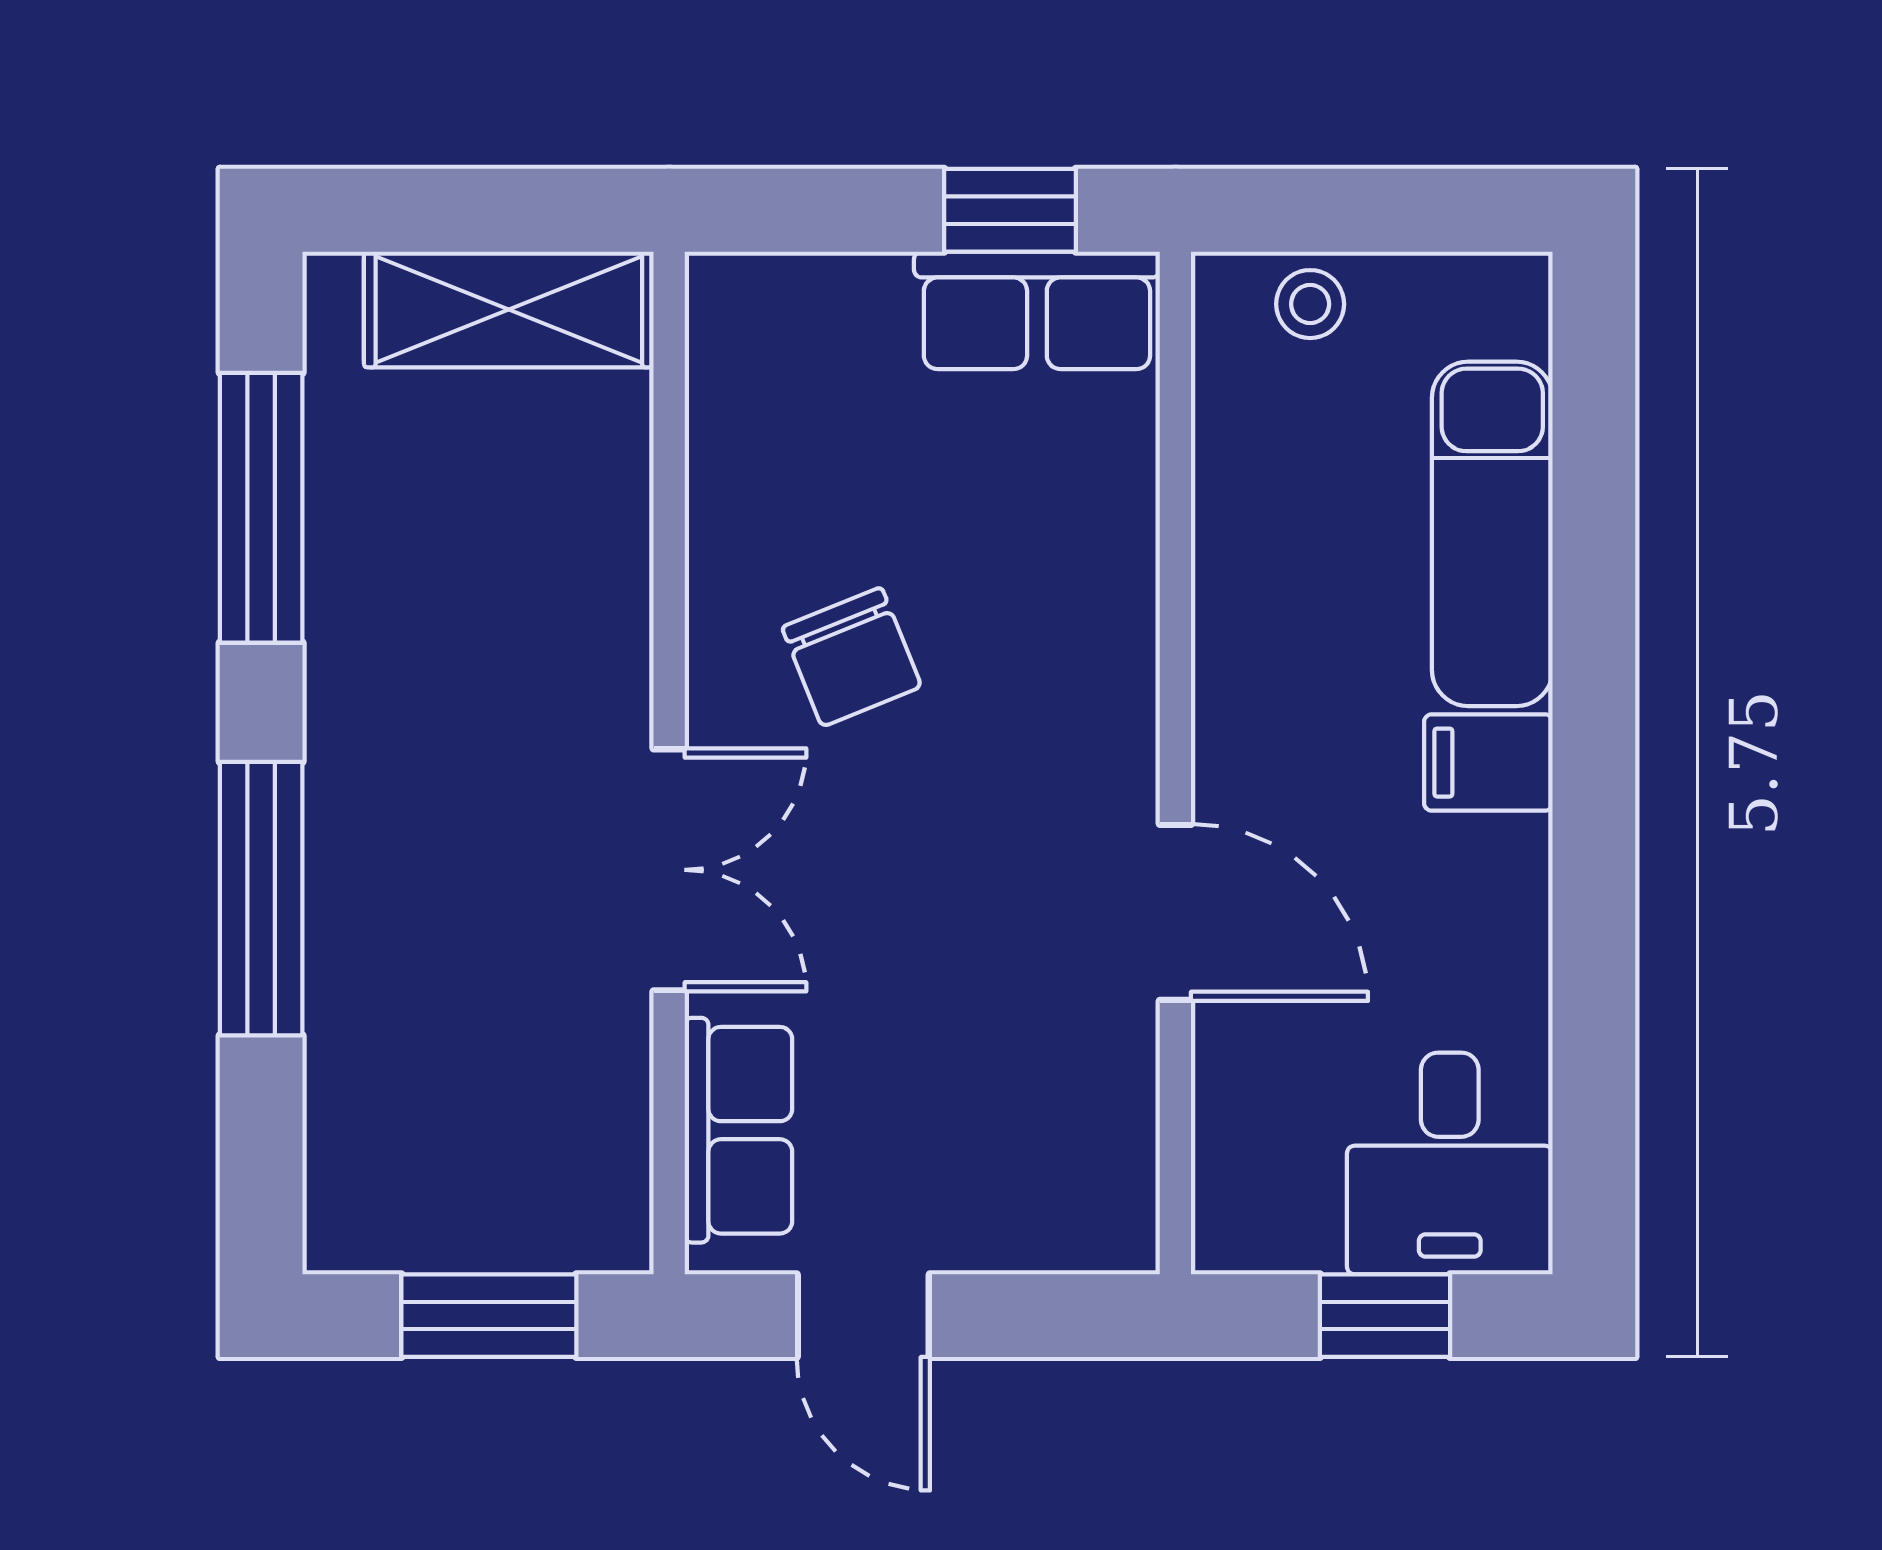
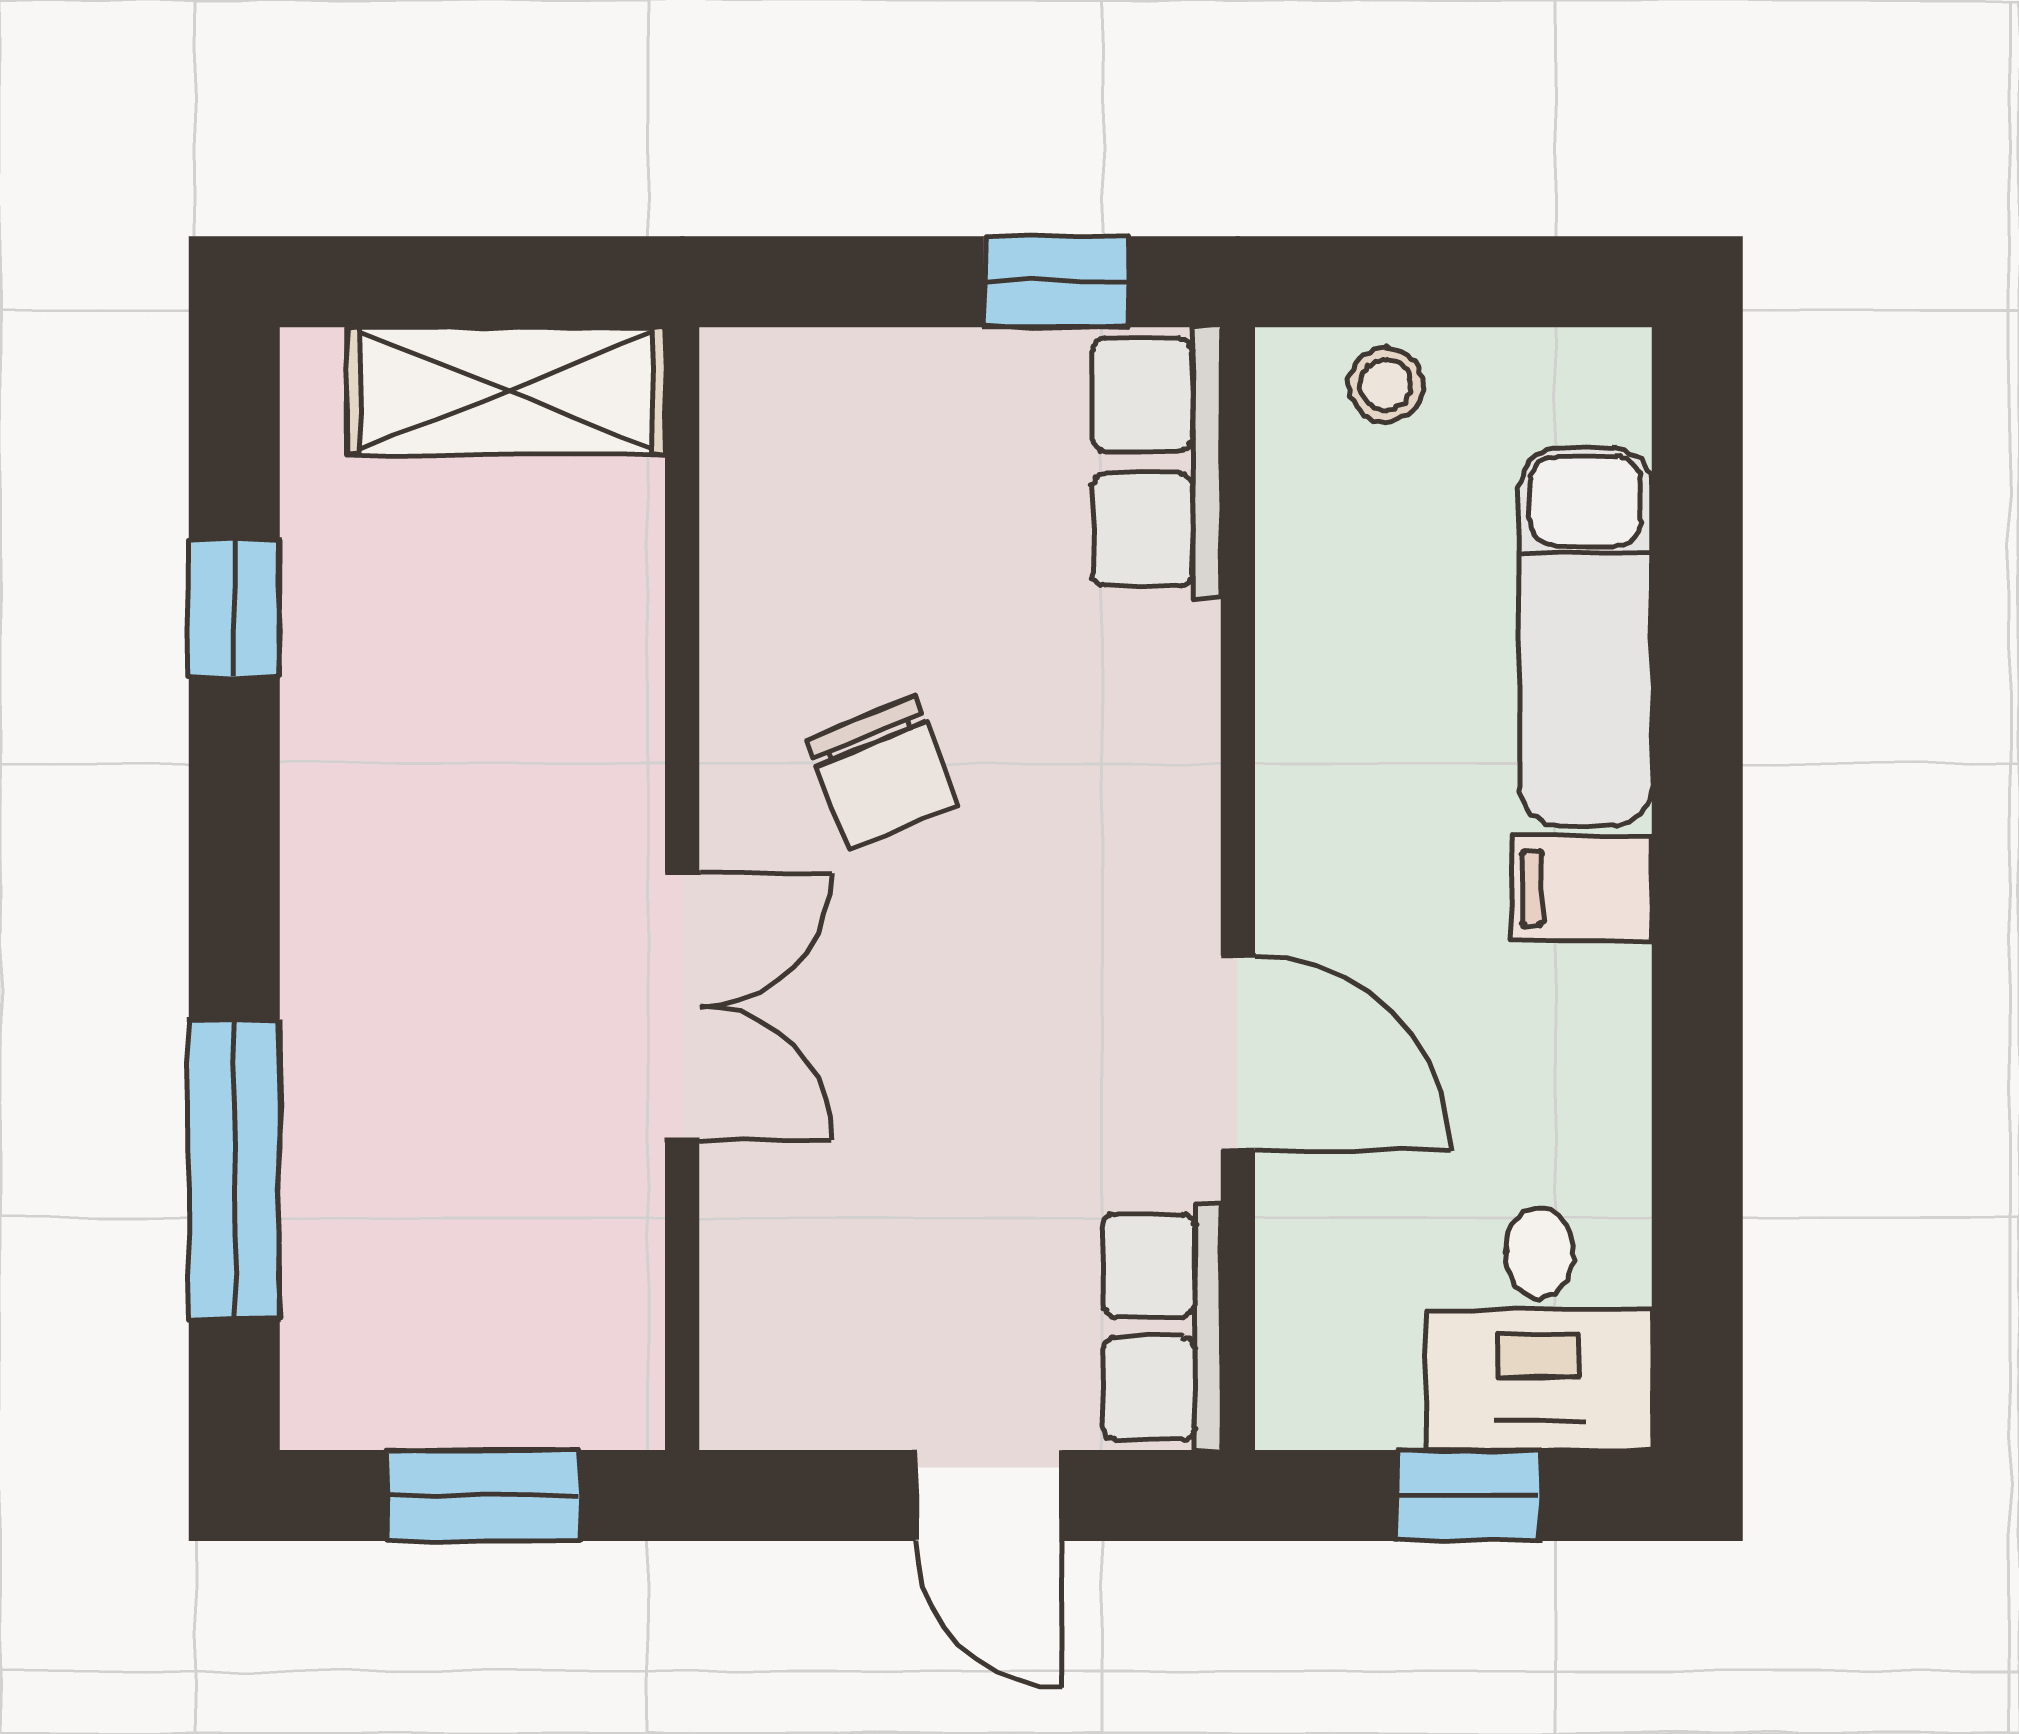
row of seats: (1037, 310) -> (1156, 462), moved, turned 90
window: (261, 508) -> (234, 609), width x0.46
window: (261, 899) -> (234, 1169), moved
row of seats: (738, 1130) -> (1162, 1327), moved, turned 180
door: (863, 1316) -> (989, 1495), moved

